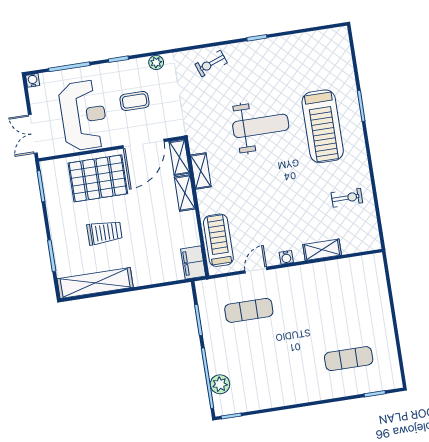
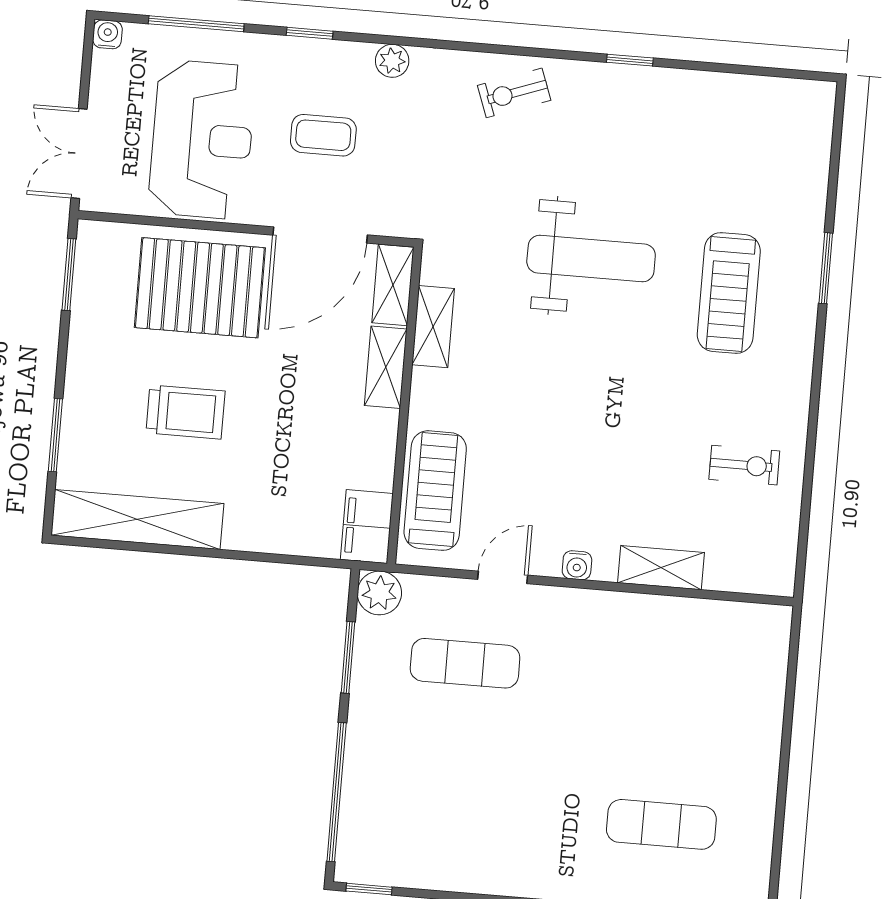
treadmill: (323, 126) -> (729, 293), width x0.73, depth x0.73
plant: (220, 384) -> (379, 593), moved

